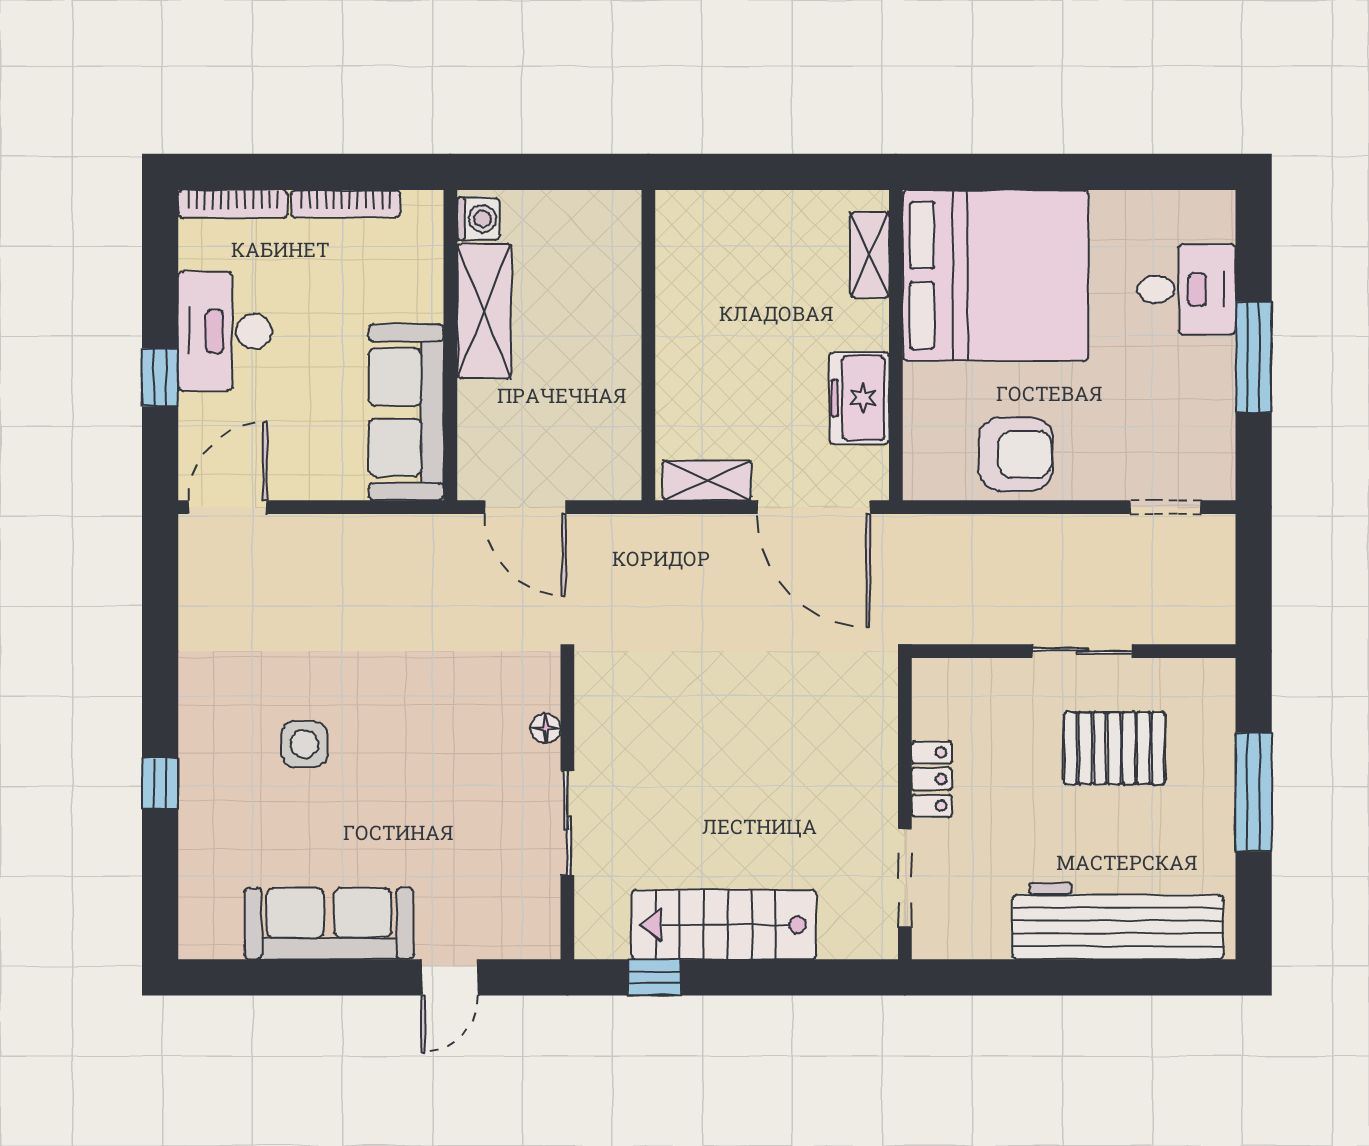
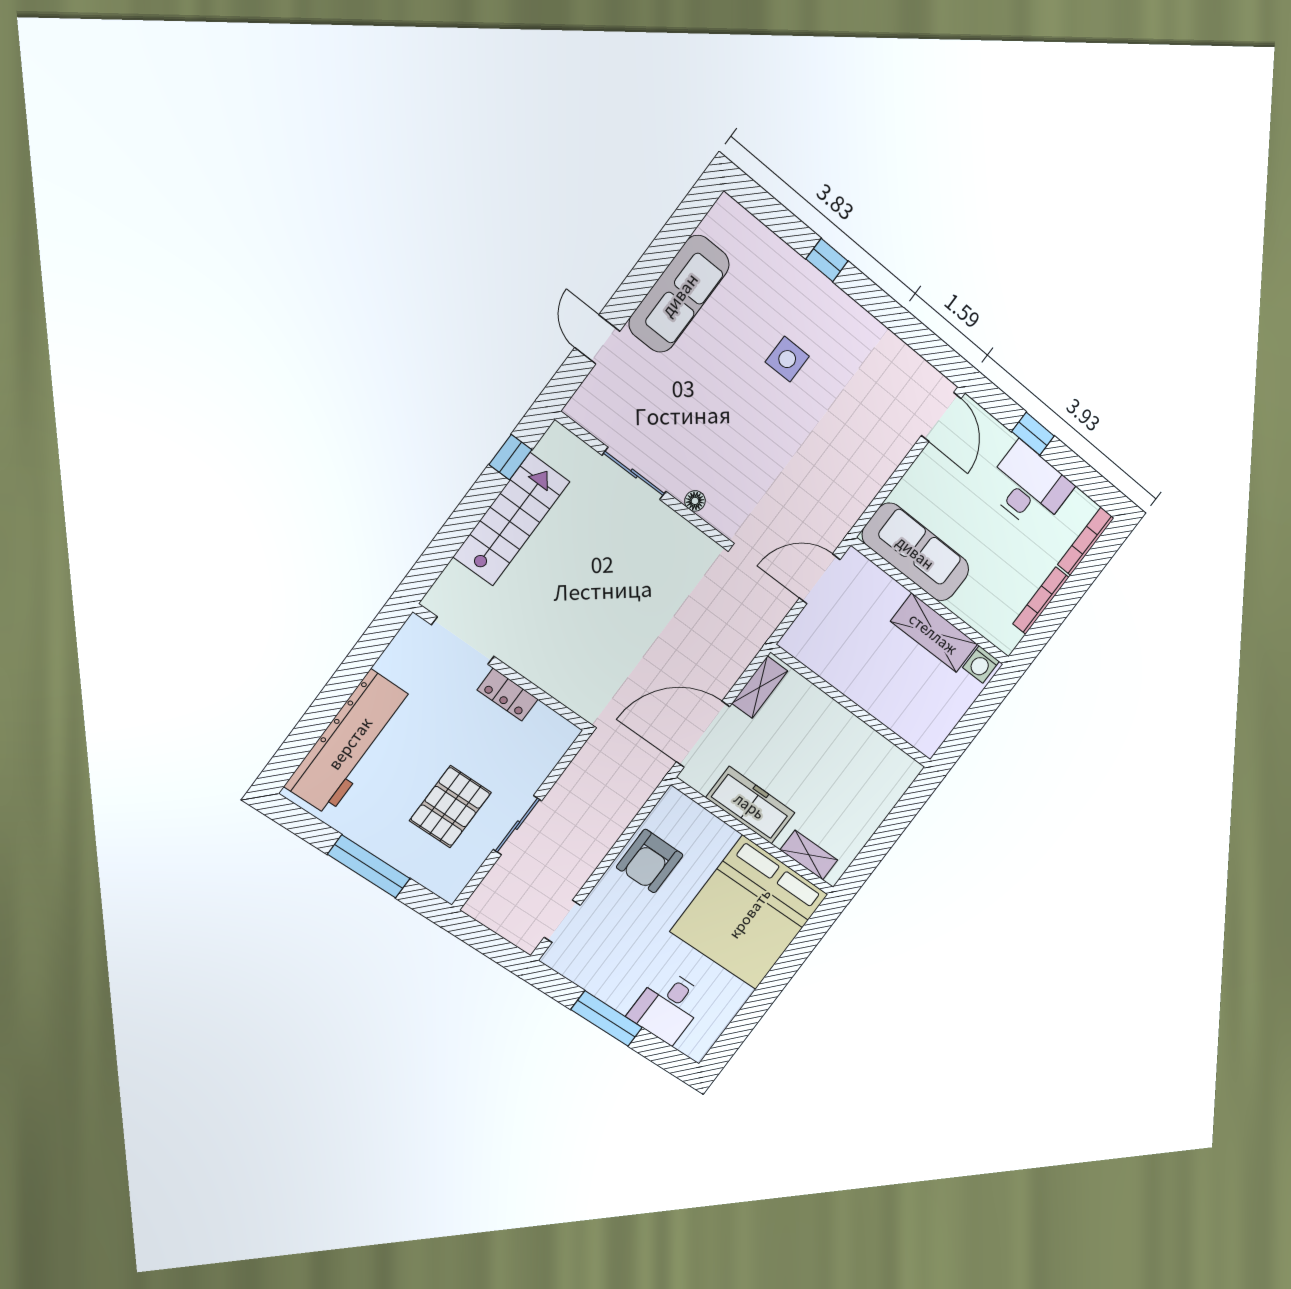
freezer: (859, 398) -> (750, 805), width x1.40

